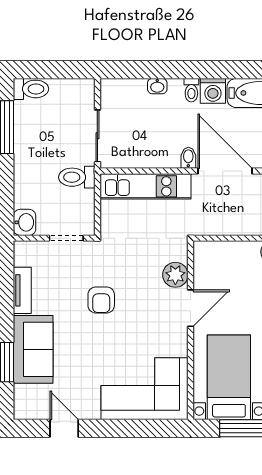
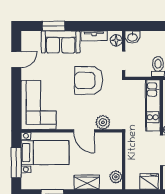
floor lamp: (30, 251) -> (116, 40), added
armchair: (101, 300) -> (89, 80), width x1.88, depth x1.88

